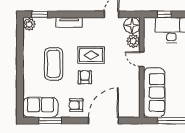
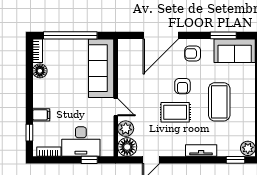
armchair: (76, 105) -> (193, 53), turned 180

